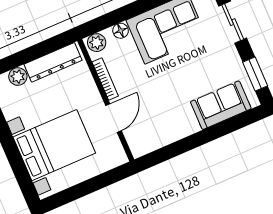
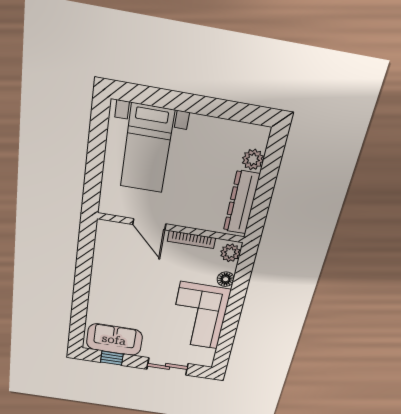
window: (255, 74) -> (112, 358), width x0.67
sofa: (221, 105) -> (114, 340), moved, turned -90
bed with nightstands: (54, 145) -> (147, 149), width x0.73

